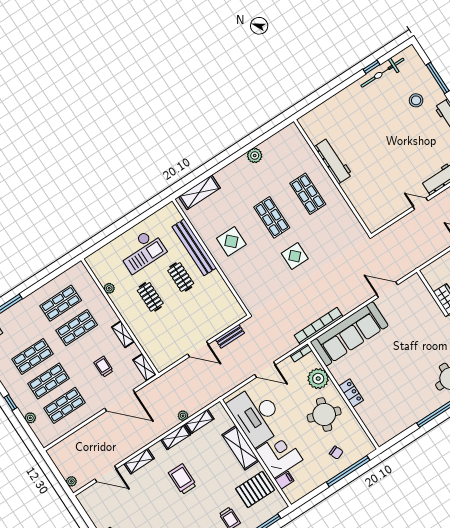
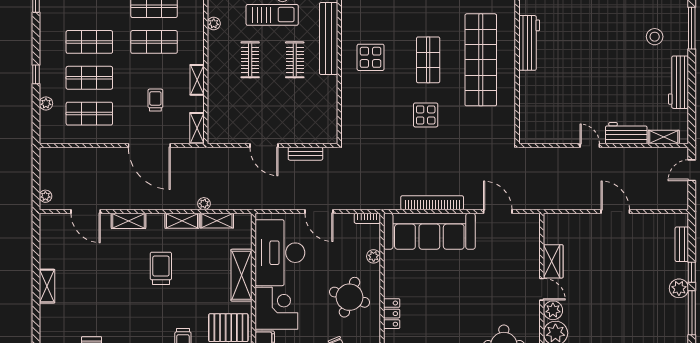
shop shelf: (308, 194) -> (481, 60), width x2.00, depth x1.36
bookcase: (319, 326) -> (432, 203), moved
plant: (318, 379) -> (374, 256), width x0.53, depth x0.53
locker: (351, 393) -> (392, 314), moved

